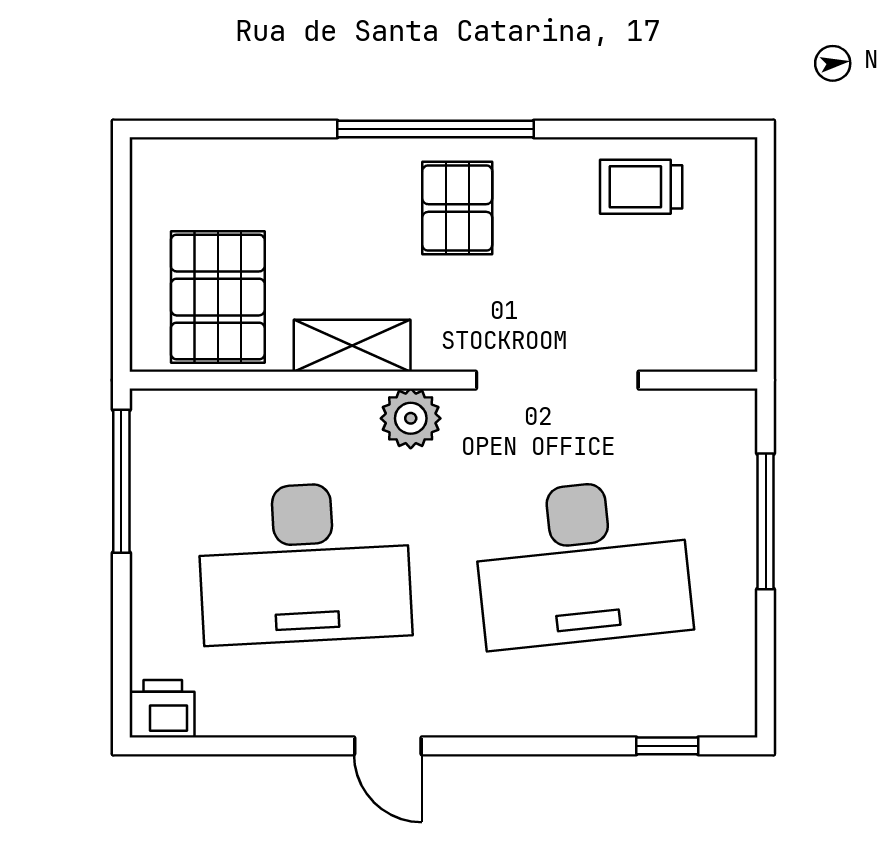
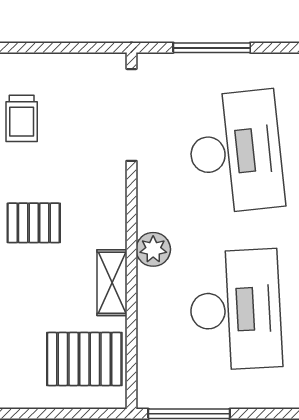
doorway: (557, 380) -> (132, 115), moved

